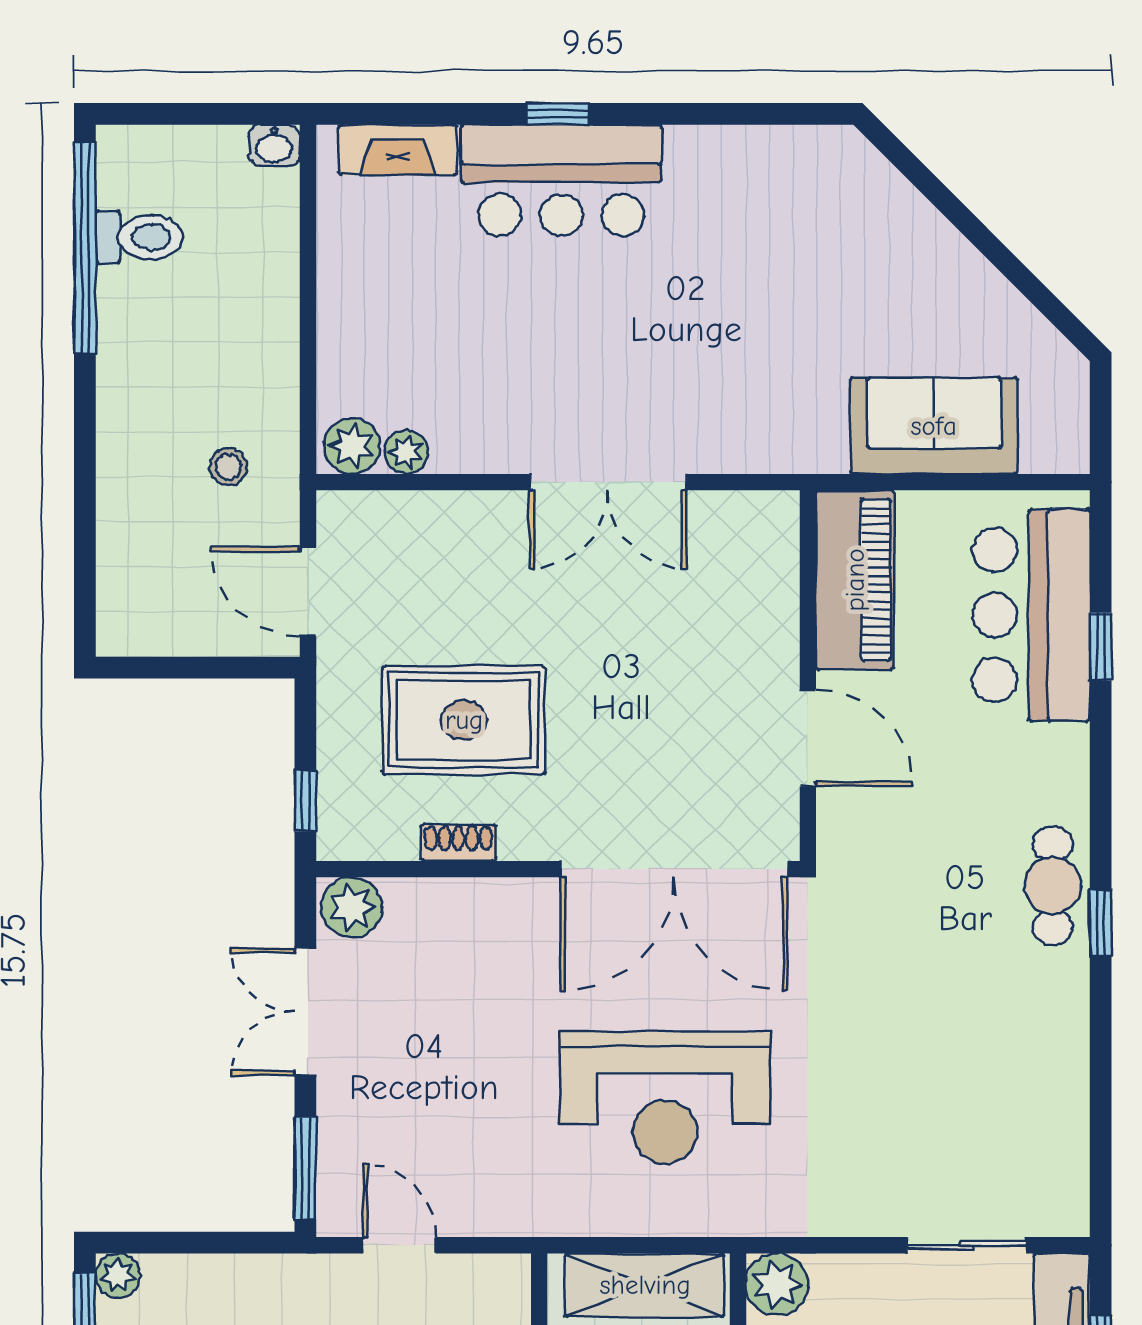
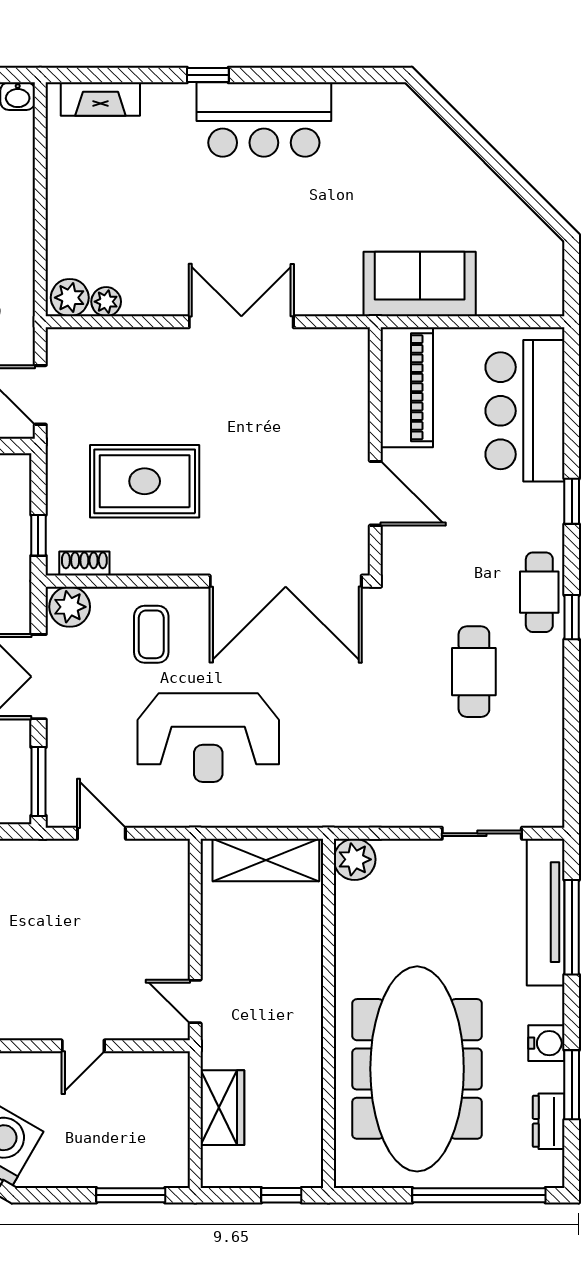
bar counter: (561, 180) -> (264, 120), moved
sofa: (934, 426) -> (420, 284), moved
double door: (608, 482) -> (241, 322), swing flipped
window: (1101, 647) -> (572, 501), moved
shoe rack: (458, 843) -> (84, 564), moved
coffee table: (474, 948) -> (151, 634), added
cafe table: (955, 1004) -> (474, 672), added
reception desk: (665, 1097) -> (208, 738), moved

